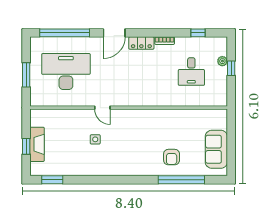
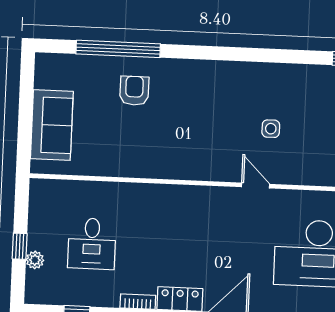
desk: (191, 72) -> (92, 244), turned 180
sofa: (216, 149) -> (52, 125), moved

